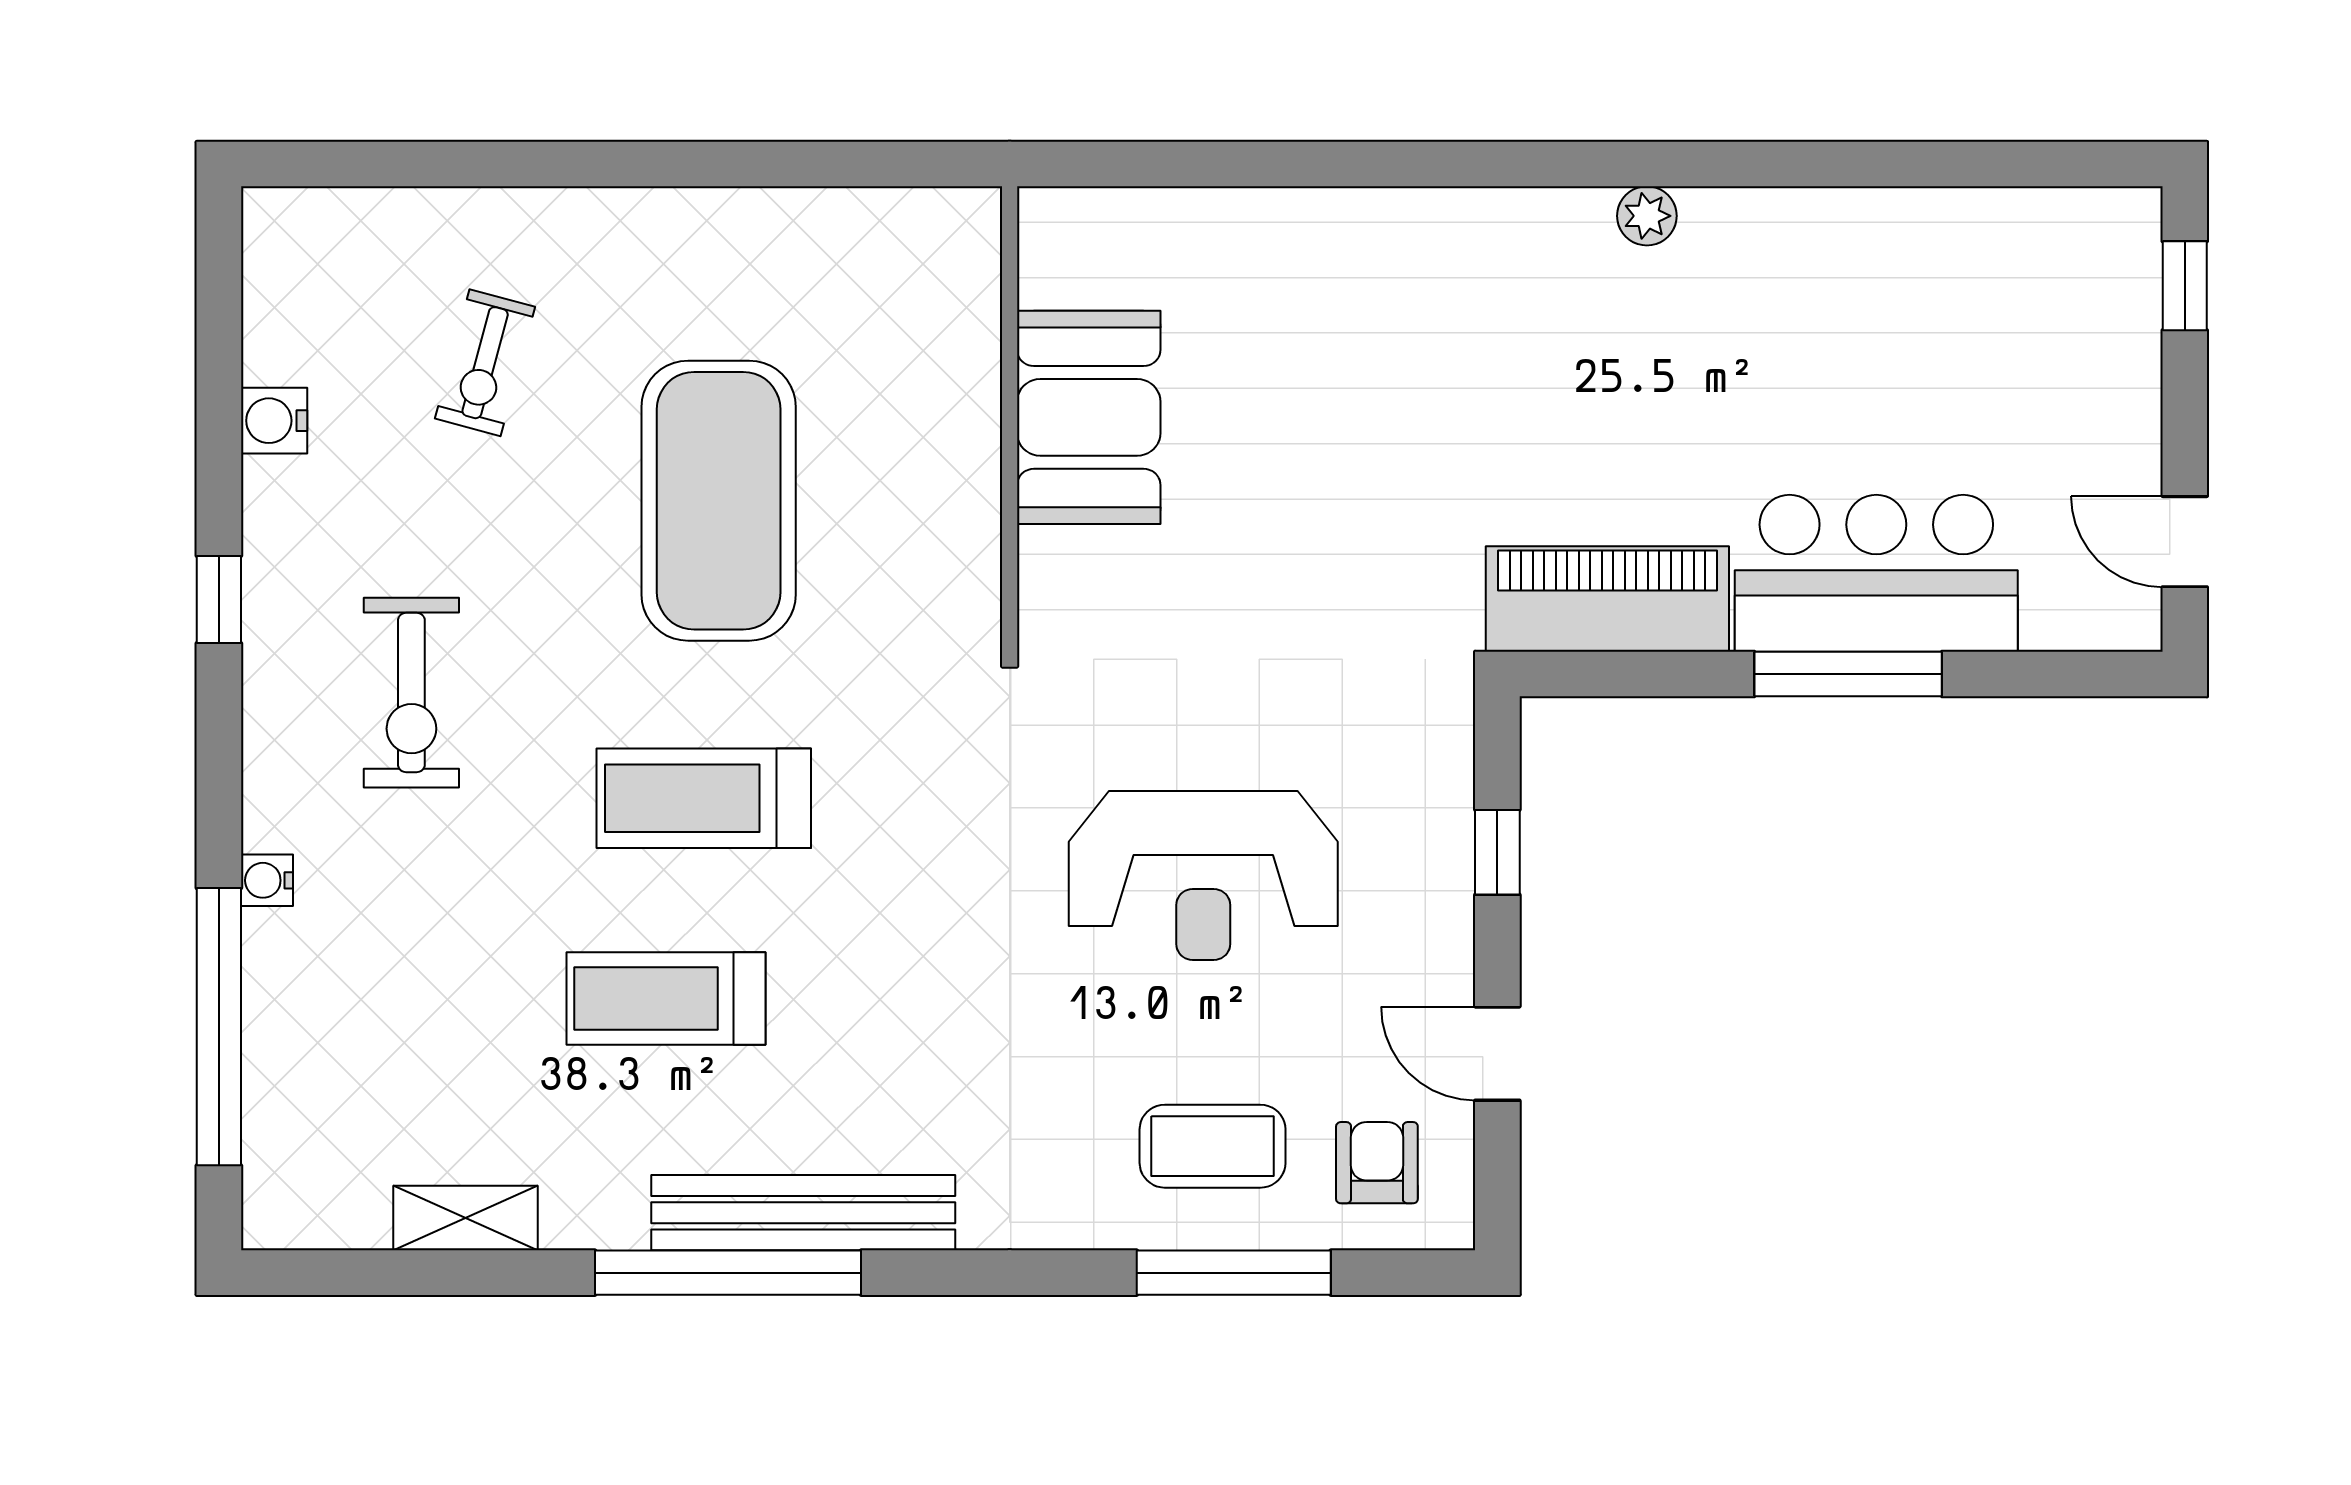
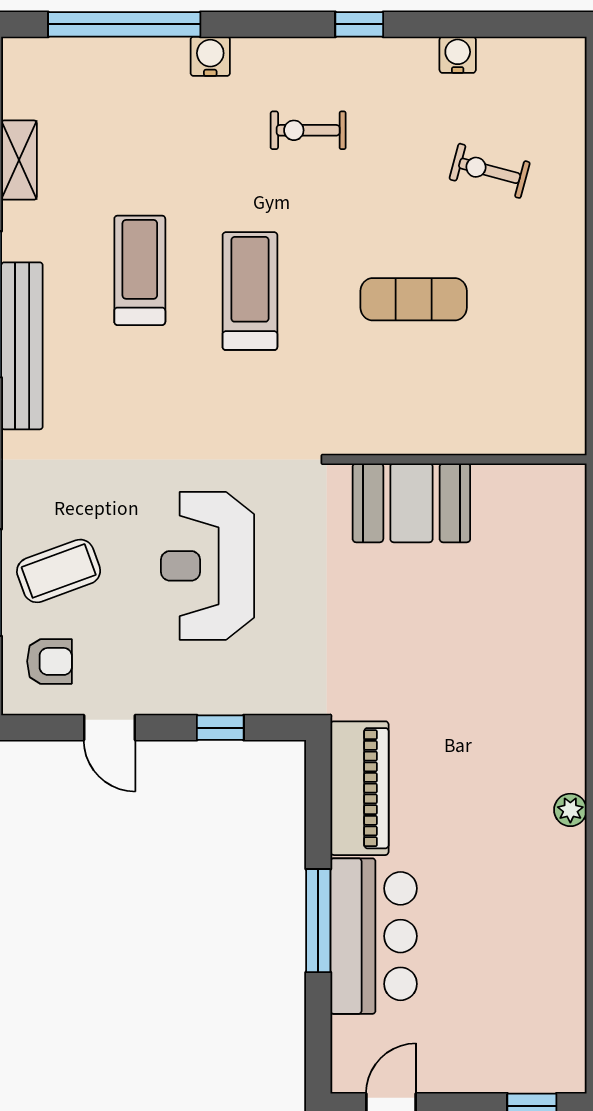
booth: (1089, 417) -> (411, 503), moved
exercise mat: (719, 501) -> (414, 299), width x0.50, depth x0.69
exercise bike: (411, 693) -> (308, 130), width x0.73, depth x0.72
water cooler: (267, 880) -> (210, 56), width x1.38, depth x1.38
door: (1497, 1054) -> (109, 728), swing flipped
coffee table: (1213, 1146) -> (59, 571), turned 70

